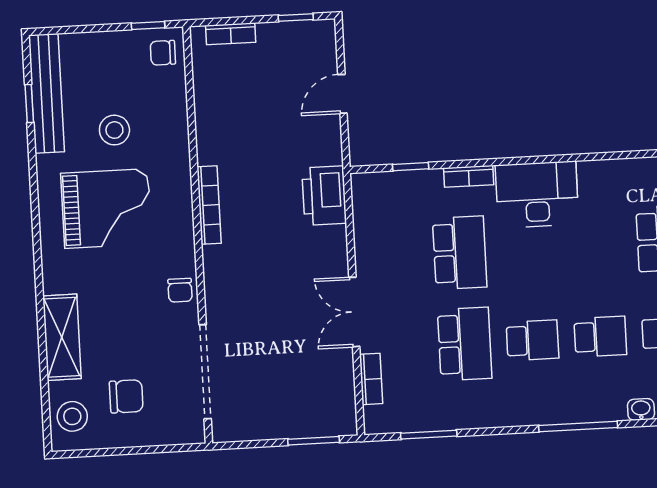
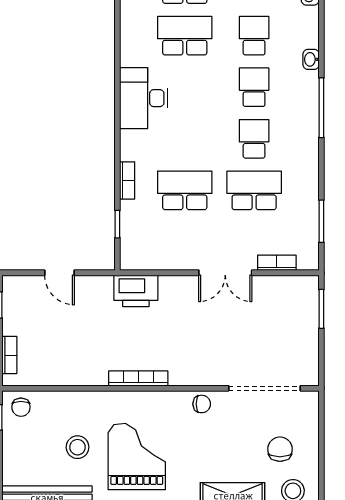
desk: (537, 195) -> (144, 98), moved

